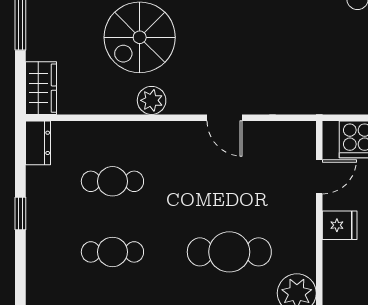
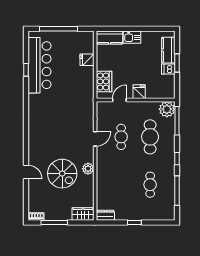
door: (319, 177) -> (119, 100), hinge flipped
cafe table: (112, 181) -> (121, 137), moved

